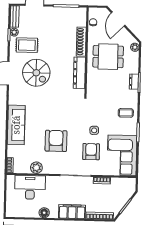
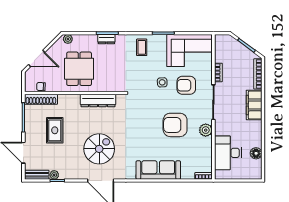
shoe rack: (81, 42) -> (41, 99), moved
rug: (27, 45) -> (55, 130), moved
plant: (36, 168) -> (206, 130), moved
floor lamp: (44, 213) -> (256, 153), moved

